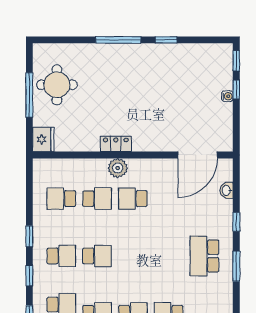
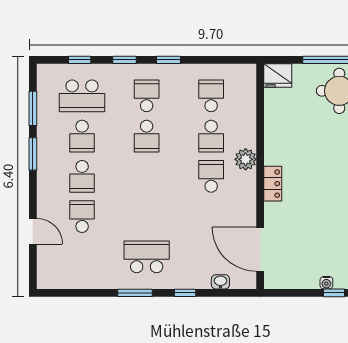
locker: (116, 144) -> (273, 184), moved
school desk: (61, 256) -> (147, 96), turned 180

